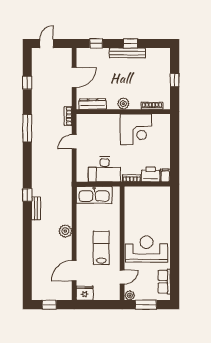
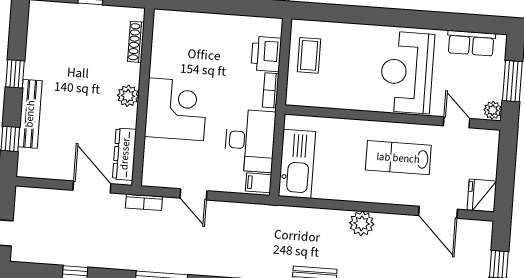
bench: (127, 53) -> (30, 114), moved
door: (74, 77) -> (92, 187), moved
corner desk: (136, 129) -> (176, 109), moved
filing cabinet: (165, 175) -> (258, 183), moved
coffee table: (152, 197) -> (309, 55), added

